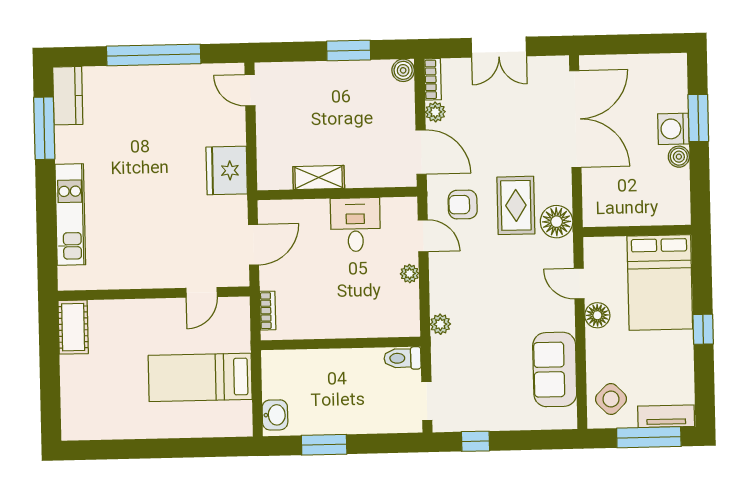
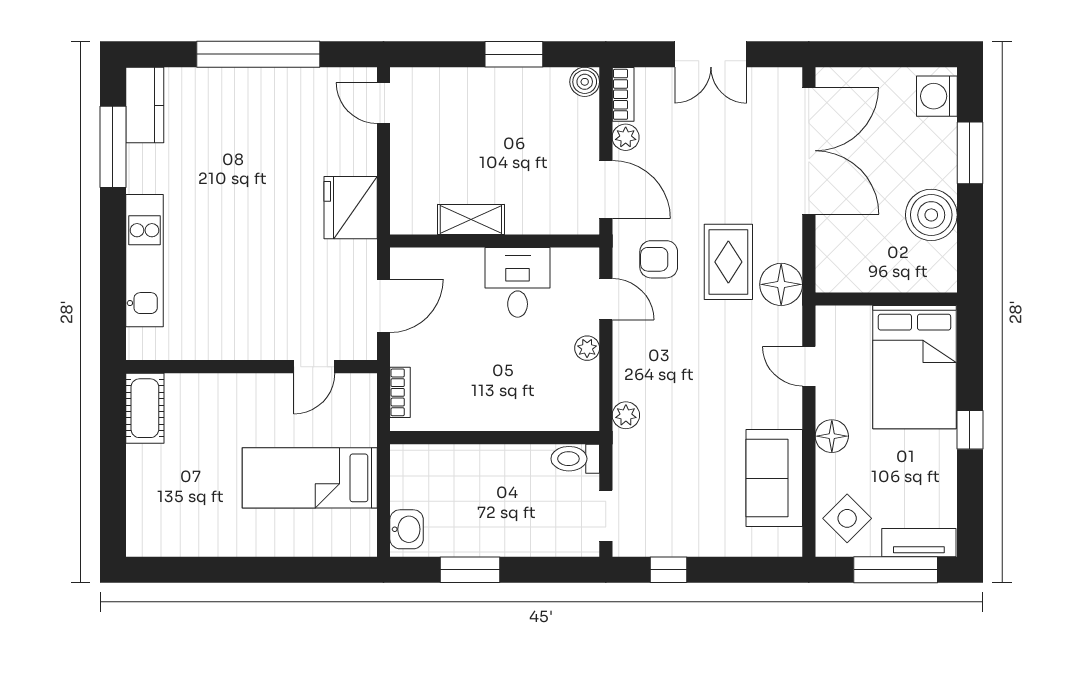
washing machine: (673, 129) -> (937, 96), moved
boiler: (679, 157) -> (931, 215), width x1.86, depth x1.86
floor lamp: (597, 315) -> (832, 436), moved

